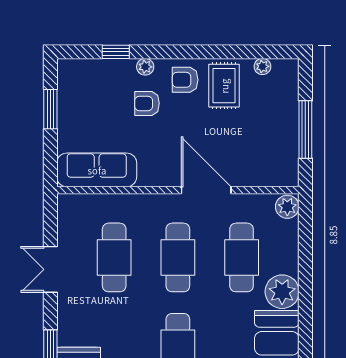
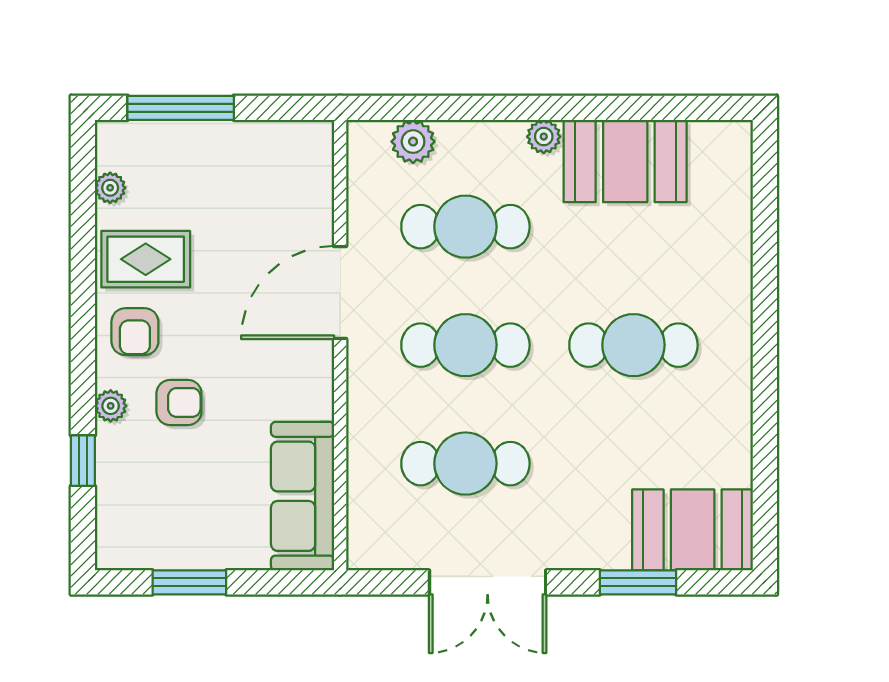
armchair: (147, 103) -> (179, 402), turned -90
window: (305, 129) -> (181, 108), moved
plant: (287, 207) -> (413, 142), moved
double door: (50, 269) -> (488, 582), width x1.37
plant: (282, 292) -> (544, 137), width x0.53, depth x0.53

